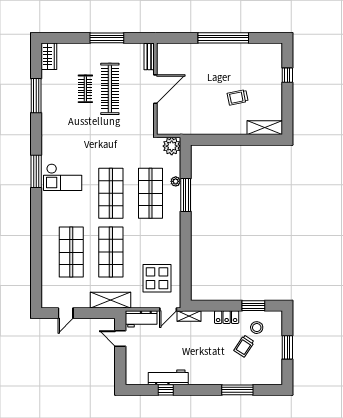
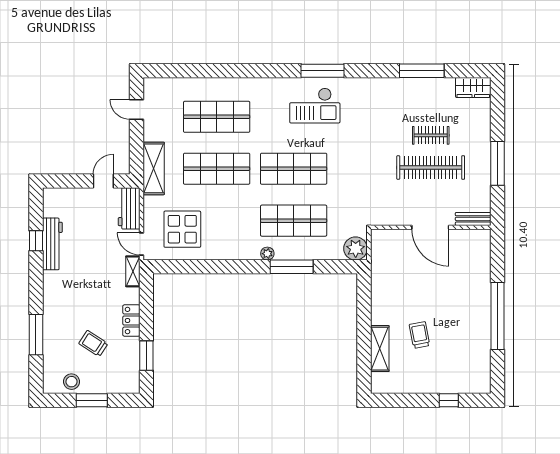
shelving: (265, 128) -> (380, 349), moved
checkout: (63, 177) -> (315, 106), turned -90
plant: (176, 181) -> (267, 254), moved
stool: (257, 328) -> (71, 382), moved

